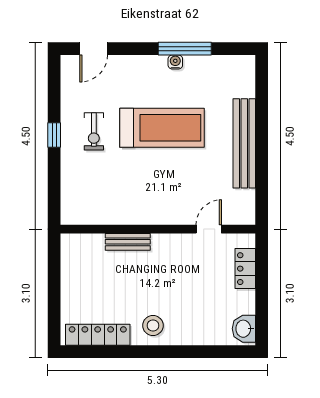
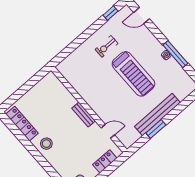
window: (54, 135) -> (111, 13), moved
window: (262, 163) -> (156, 129), added
bench: (128, 242) -> (84, 115), moved

